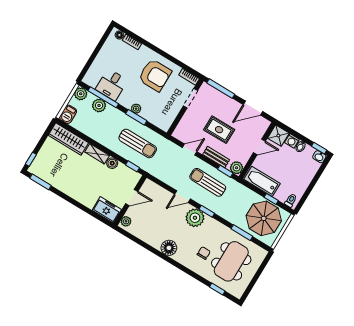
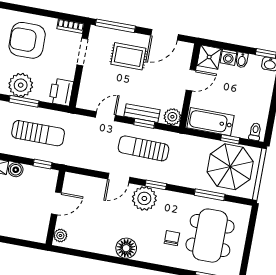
armchair: (155, 75) -> (27, 40), turned 180
plant: (136, 109) -> (21, 85), width x1.88, depth x1.88
printer: (165, 121) -> (61, 92), added
rug: (219, 130) -> (128, 56), moved
window: (225, 171) -> (144, 123), moved
freezer: (107, 210) -> (31, 230), removed

